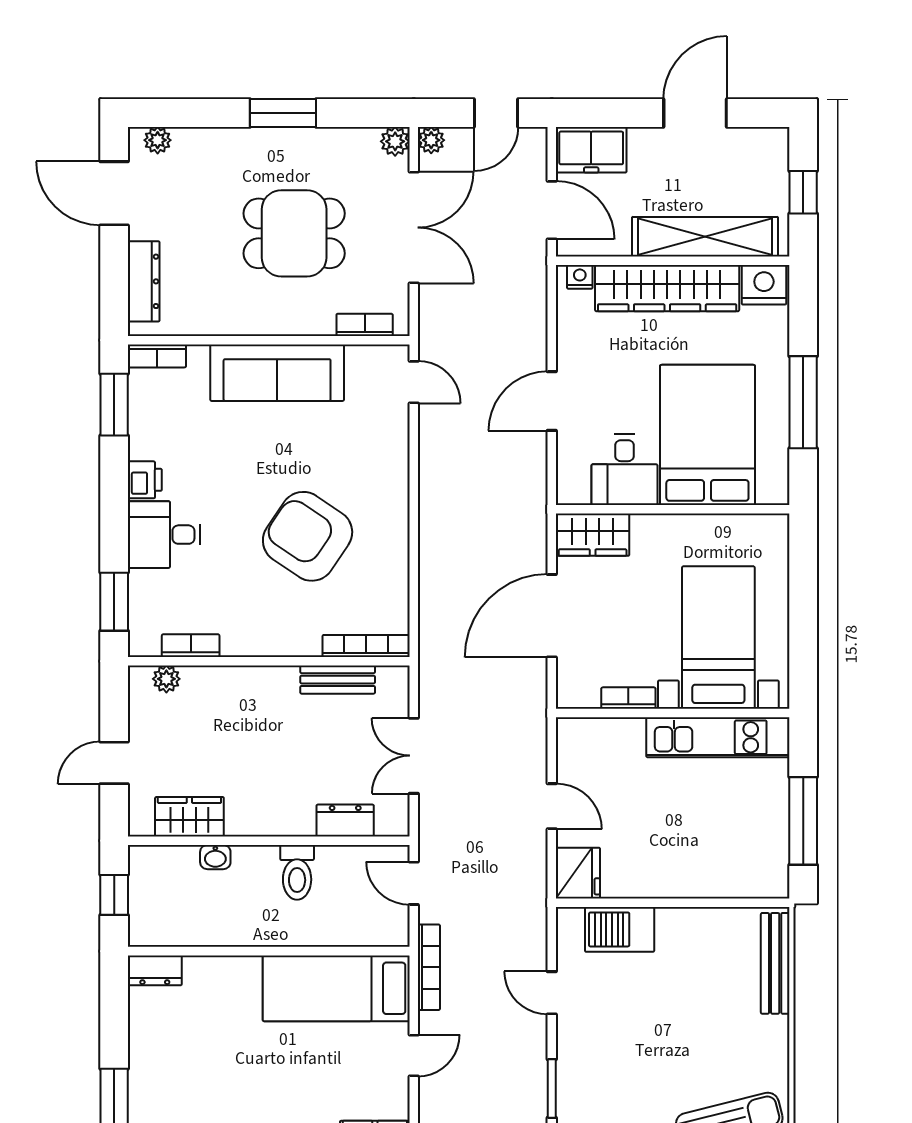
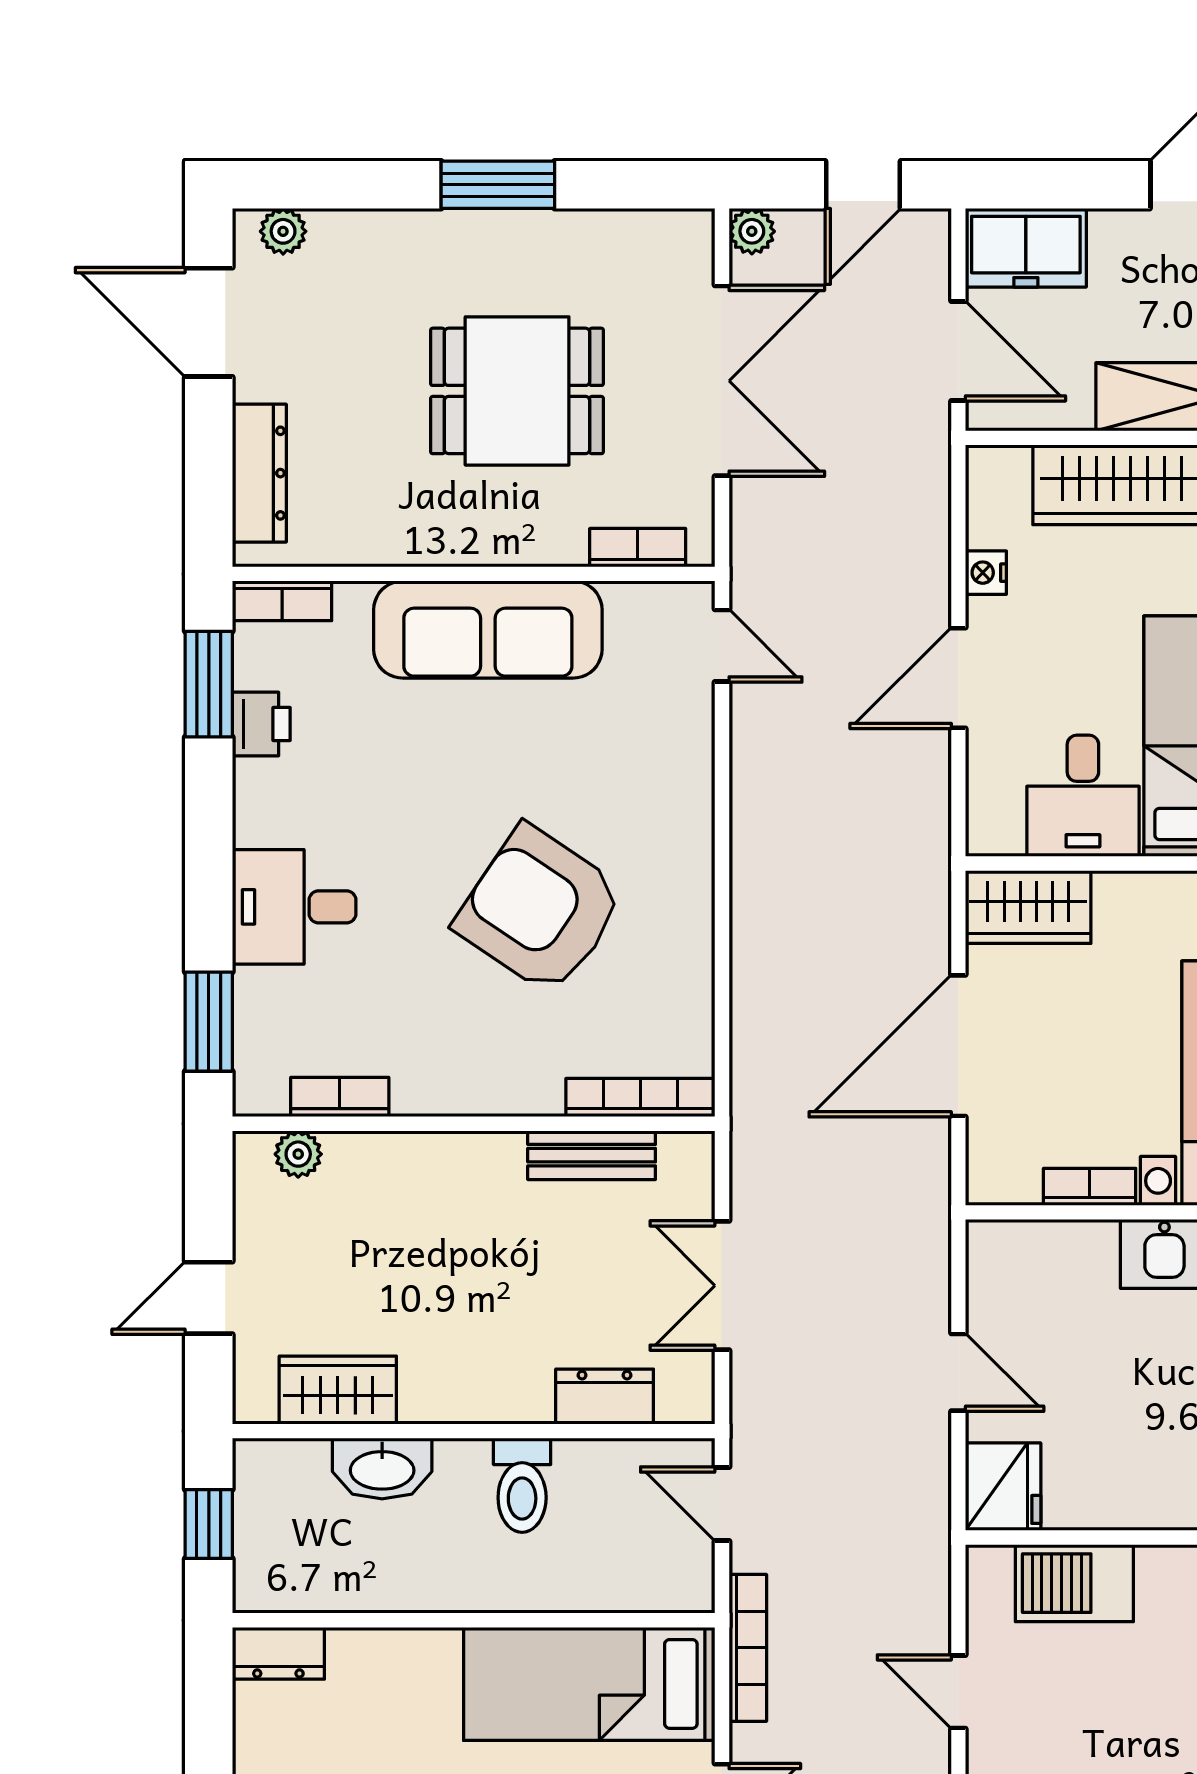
plant: (395, 141) -> (690, 233), removed
nightstand: (580, 277) -> (986, 573), moved, turned -90
printer: (145, 480) -> (261, 724), moved
washbasin: (215, 857) -> (382, 1469), width x1.91, depth x1.45

